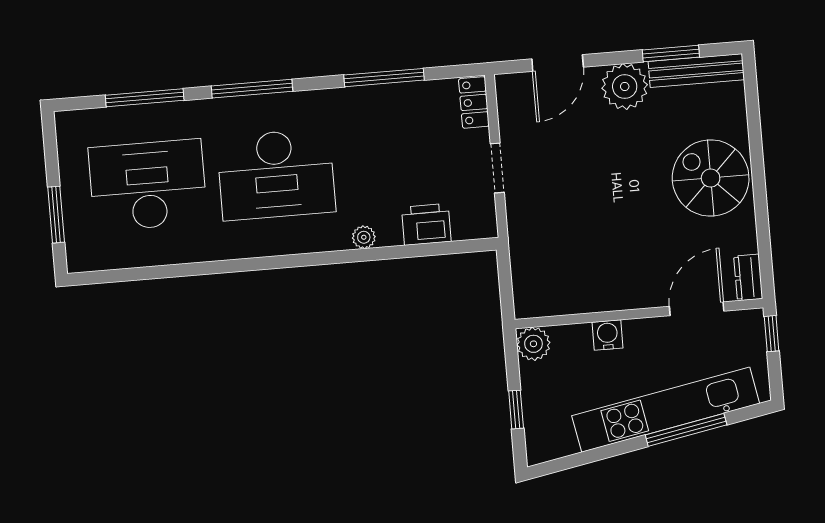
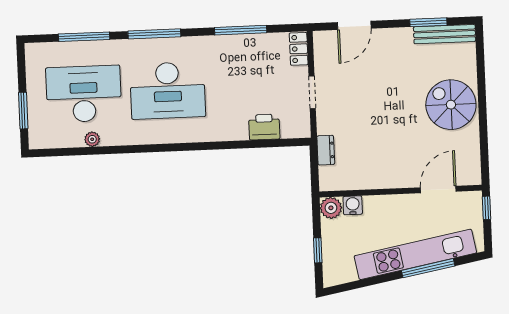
plant: (625, 87) -> (397, 43), removed
plant: (364, 237) -> (92, 139), moved
dresser: (748, 277) -> (326, 150), moved, turned 180
water cooler: (607, 335) -> (353, 205), moved

